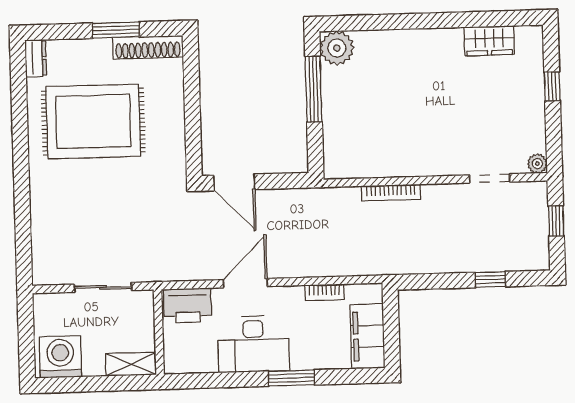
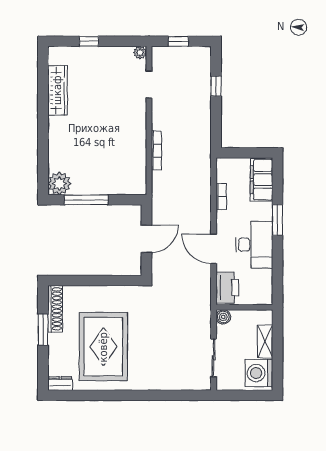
wardrobe: (489, 41) -> (57, 90), width x1.50
door: (234, 182) -> (147, 239), moved
sliding door: (103, 287) -> (214, 358), moved
boiler: (143, 301) -> (223, 317), added
filing cabinet: (367, 336) -> (262, 180), moved, turned 90
shelving: (131, 364) -> (265, 341), moved

